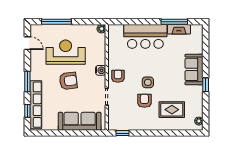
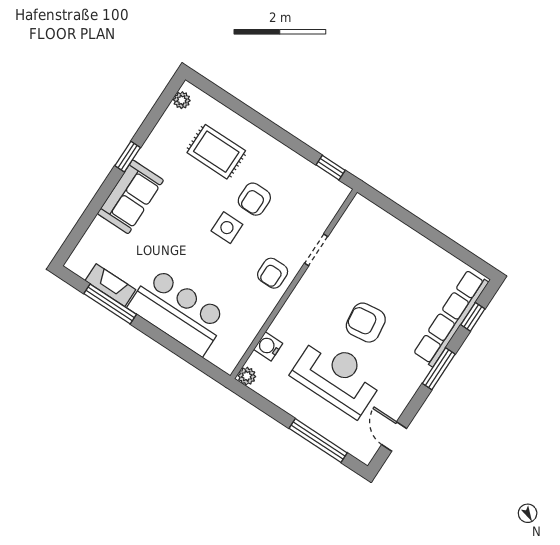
reception desk: (66, 52) -> (337, 376), turned 180
water cooler: (101, 70) -> (268, 346), moved
sofa: (80, 121) -> (393, 238), removed

